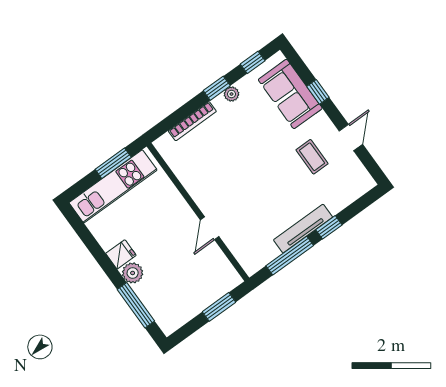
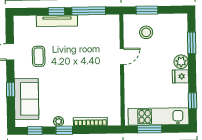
tv unit: (303, 229) -> (57, 21), moved
window: (85, 235) -> (192, 101), added
stool: (201, 279) -> (146, 32), added
window: (136, 305) -> (192, 43), width x0.69

